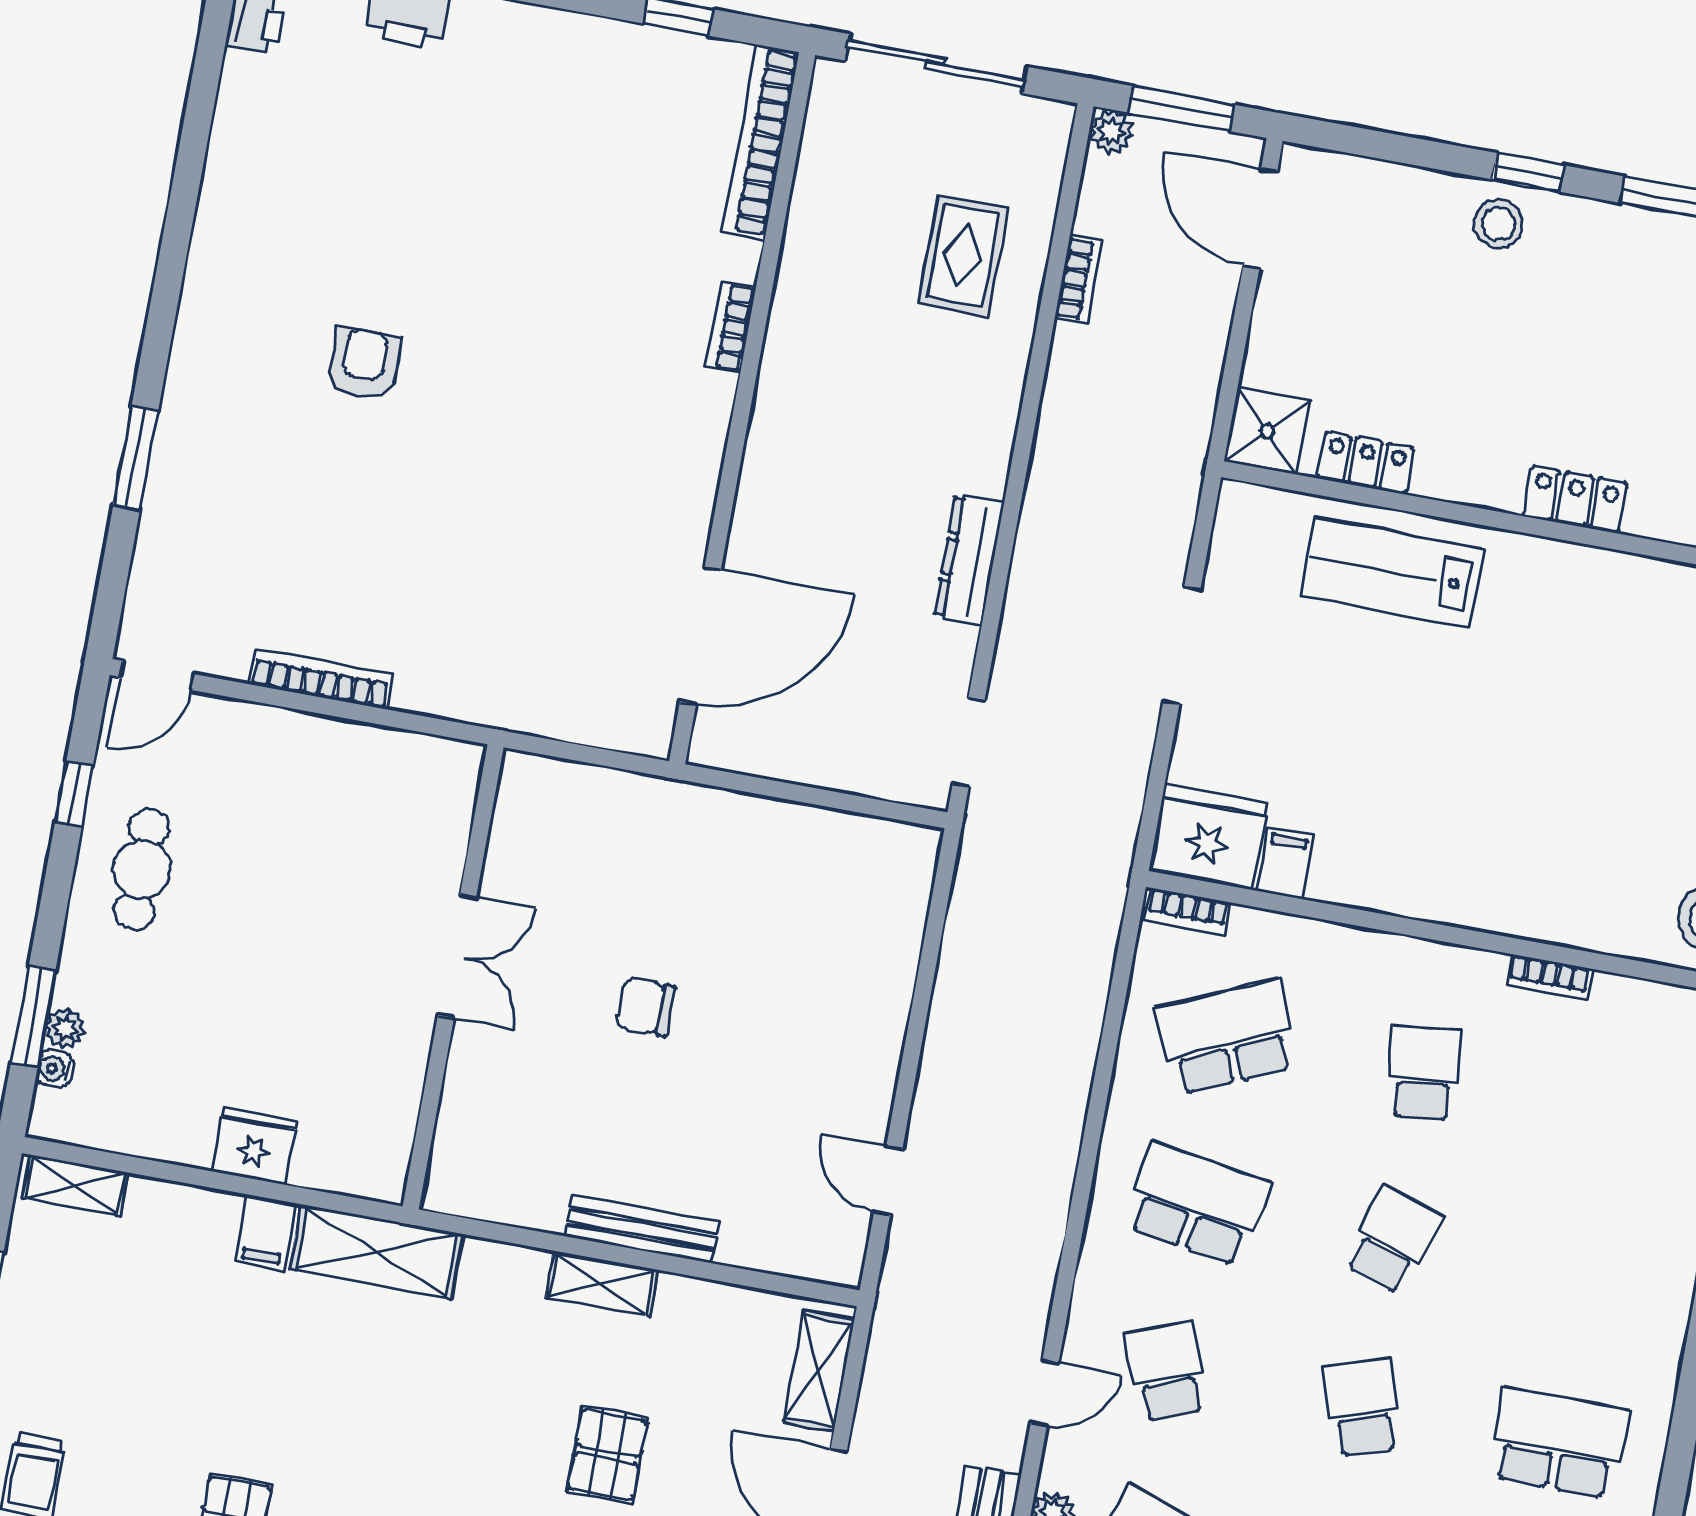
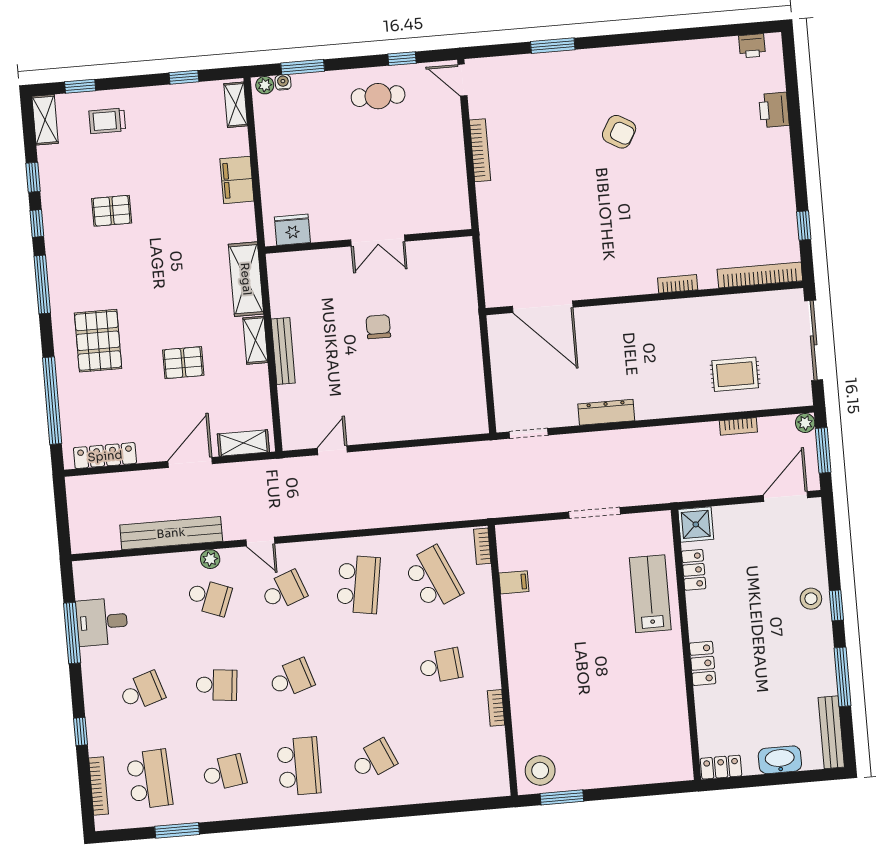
armchair: (364, 364) -> (619, 132), turned 30
fridge: (1208, 837) -> (516, 546), removed
plant: (65, 1028) -> (265, 85), moved
fridge: (254, 1146) -> (292, 230), moved, turned -90
filing cabinet: (266, 1232) -> (237, 180), width x2.00
school desk: (1393, 1240) -> (373, 760), moved, turned -42
shelving: (376, 1251) -> (246, 279), moved

